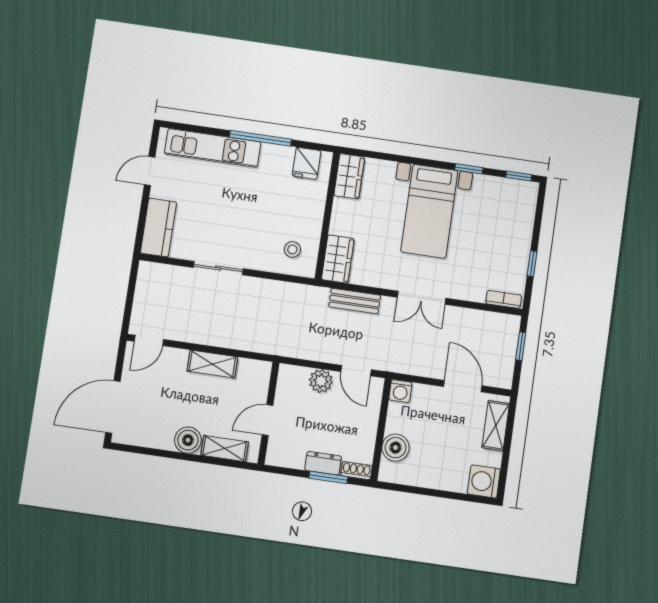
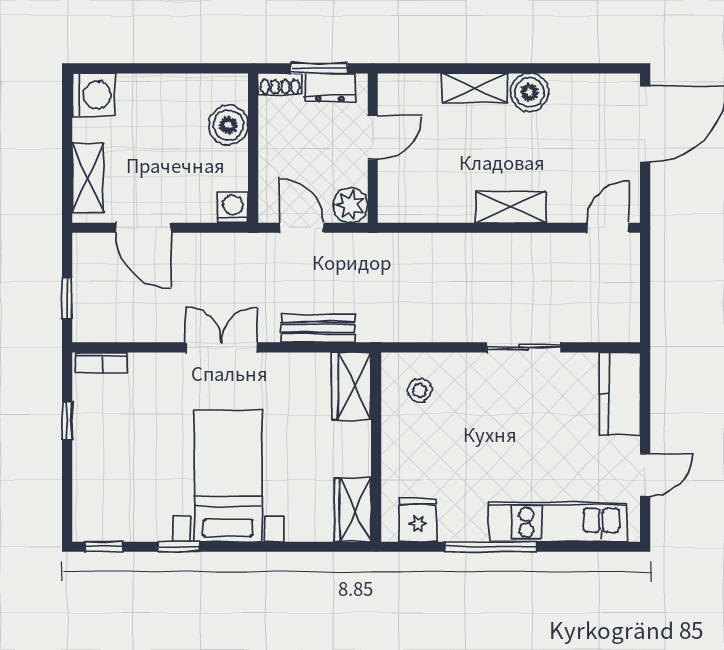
wall: (268, 413) -> (373, 148), moved
door: (267, 420) -> (373, 138), moved

